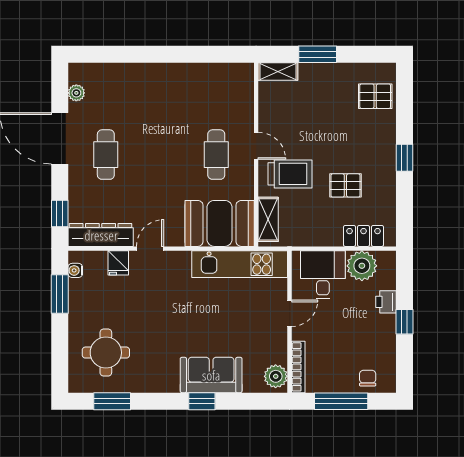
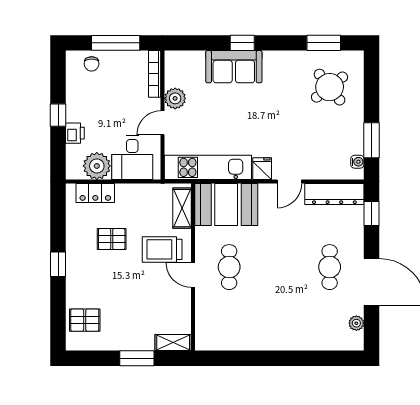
fridge: (118, 263) -> (262, 169), moved
round table: (106, 353) -> (330, 87), turned -38
plant: (276, 376) -> (175, 98), moved

